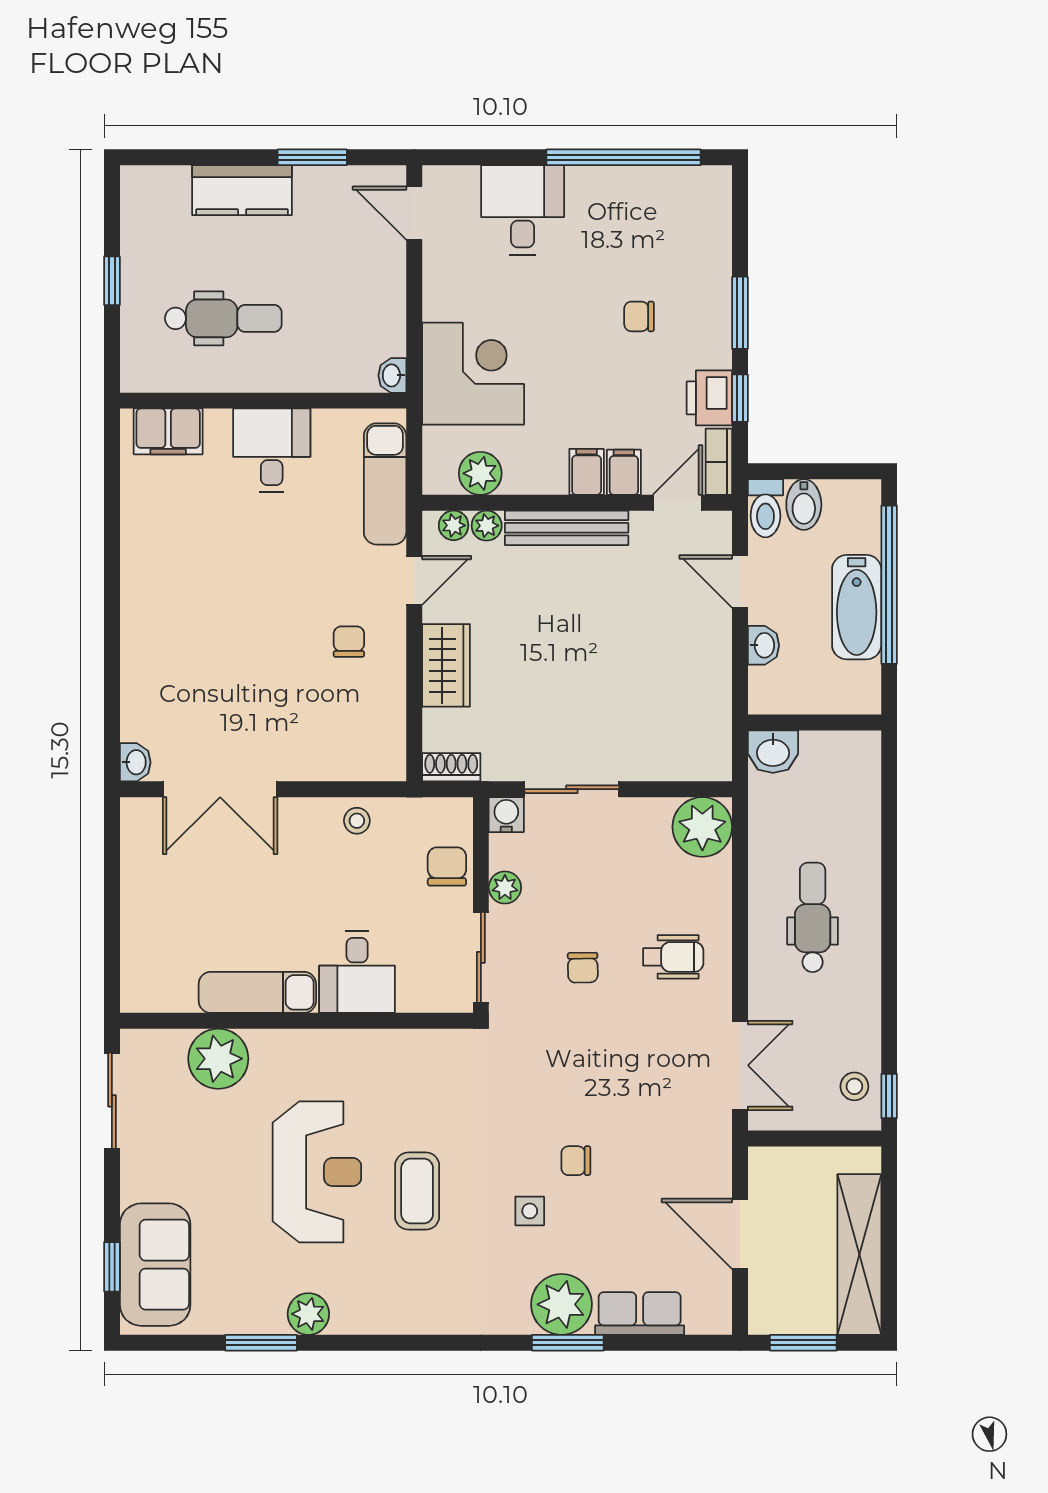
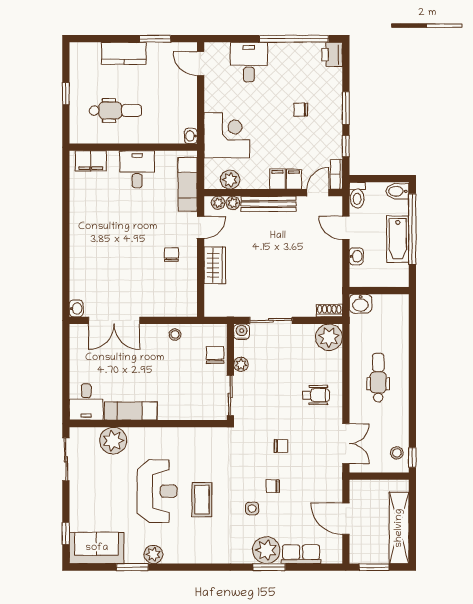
printer: (709, 398) -> (332, 54), moved
bidet: (804, 505) -> (397, 191), moved, turned 90
shoe rack: (451, 767) -> (329, 311), moved
chair: (583, 968) -> (281, 446), moved, turned -89
desk: (357, 972) -> (86, 402), moved
sofa: (155, 1265) -> (97, 548), moved, turned -90

